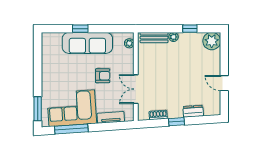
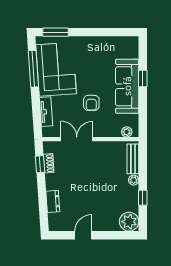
window: (177, 122) -> (40, 164), moved

